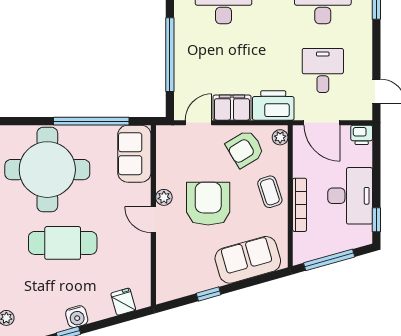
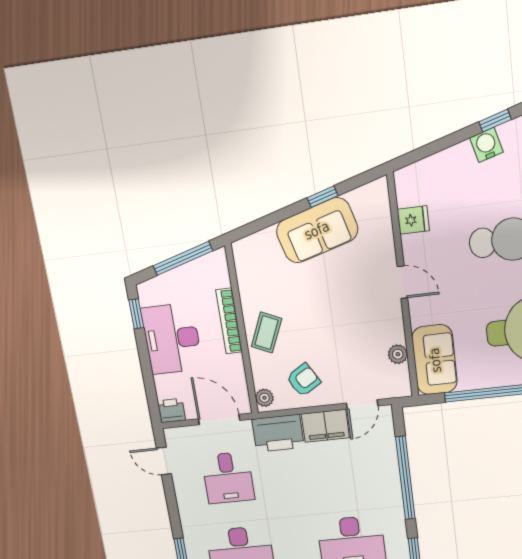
armchair: (245, 149) -> (303, 380), width x0.72, depth x0.72
coffee table: (270, 192) -> (267, 333), turned 42
plant: (164, 197) -> (398, 354), moved
armchair: (208, 204) -> (338, 310), removed
sofa: (248, 260) -> (317, 230), moved
fridge: (123, 302) -> (413, 220), moved, turned -74

